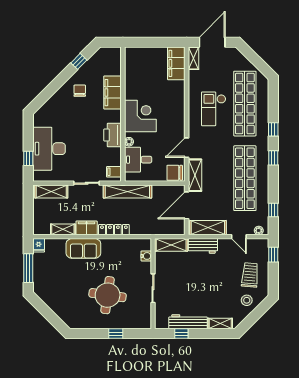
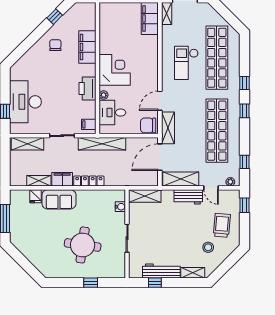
fridge: (39, 245) -> (35, 196), moved
workbench: (203, 246) -> (188, 197), moved
stool: (247, 300) -> (208, 247), moved

